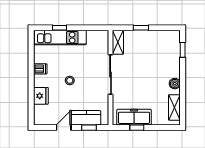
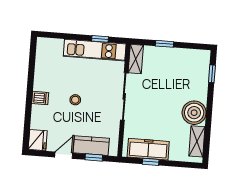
window: (59, 28) -> (100, 39), moved
kitchen unit: (60, 38) -> (95, 50), moved
dishwasher: (40, 69) -> (40, 98), moved
boiler: (175, 84) -> (194, 113), width x1.86, depth x1.86
fridge: (41, 96) -> (38, 140), moved

